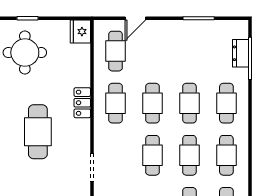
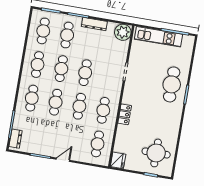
door: (135, 18) -> (63, 160), moved
dresser: (241, 53) -> (16, 139), moved
cafe table: (38, 132) -> (172, 84), moved

